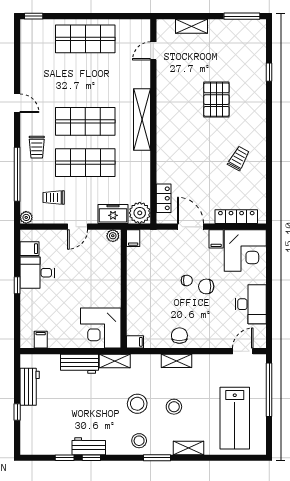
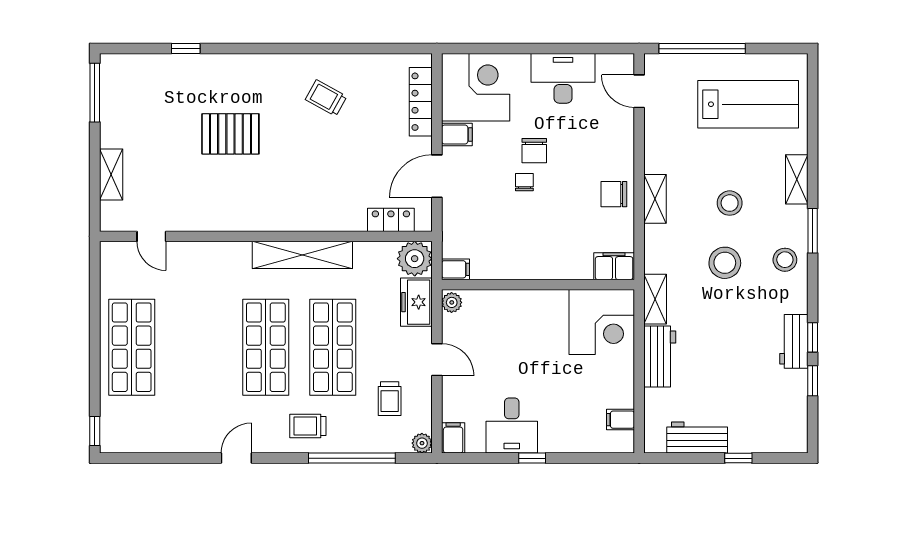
shelving: (142, 119) -> (302, 255), moved
trolley: (37, 147) -> (308, 426), turned 180
filing cabinet: (29, 249) -> (453, 438), moved
filing cabinet: (135, 342) -> (614, 266), width x2.00

